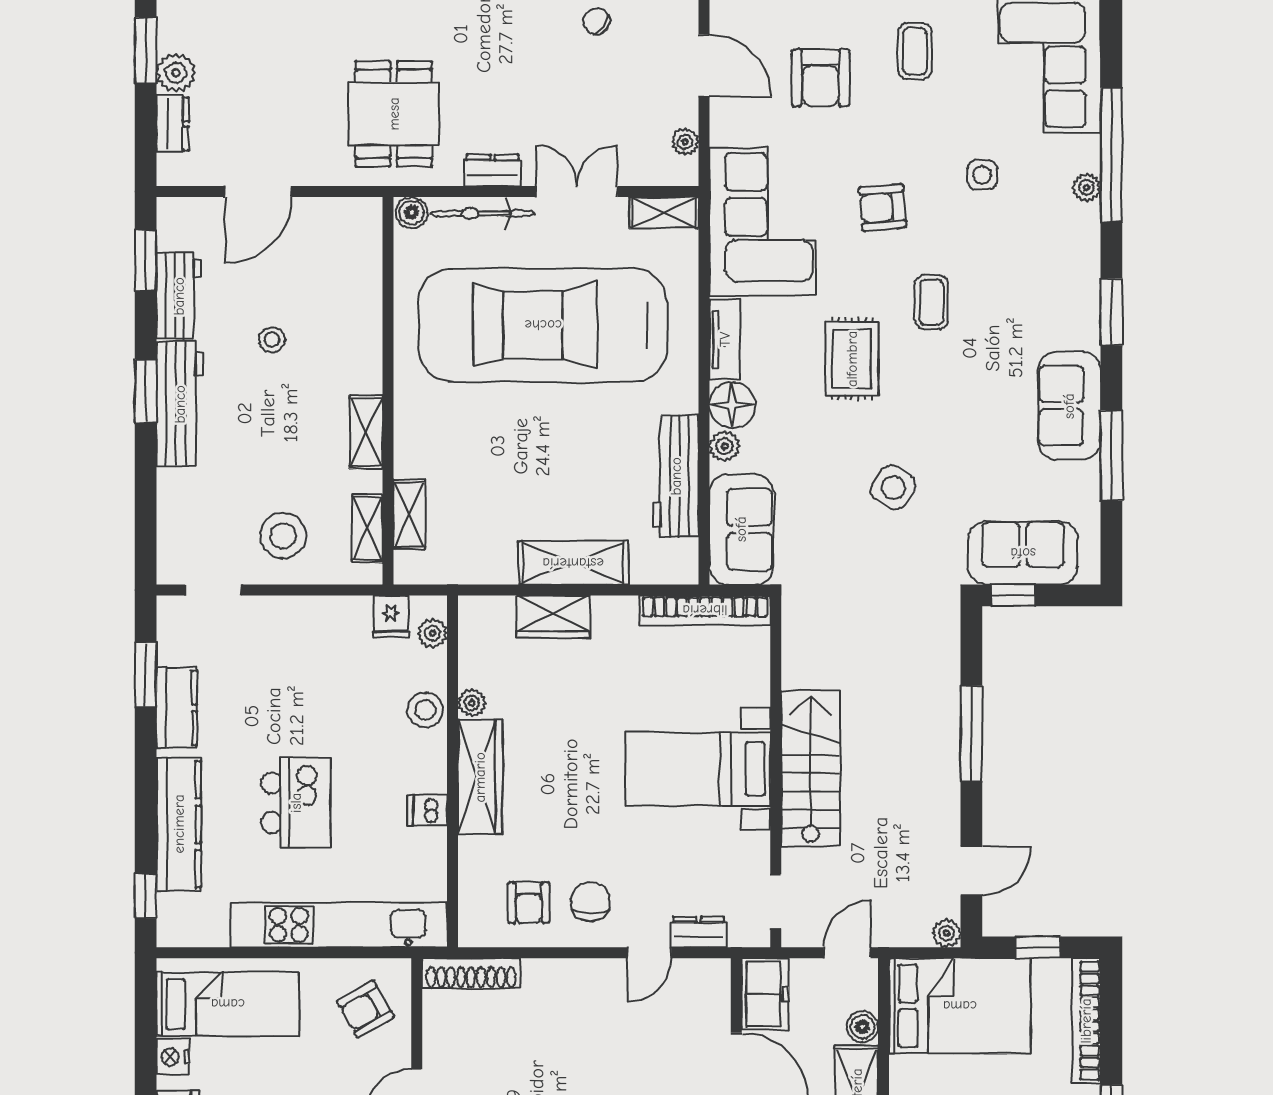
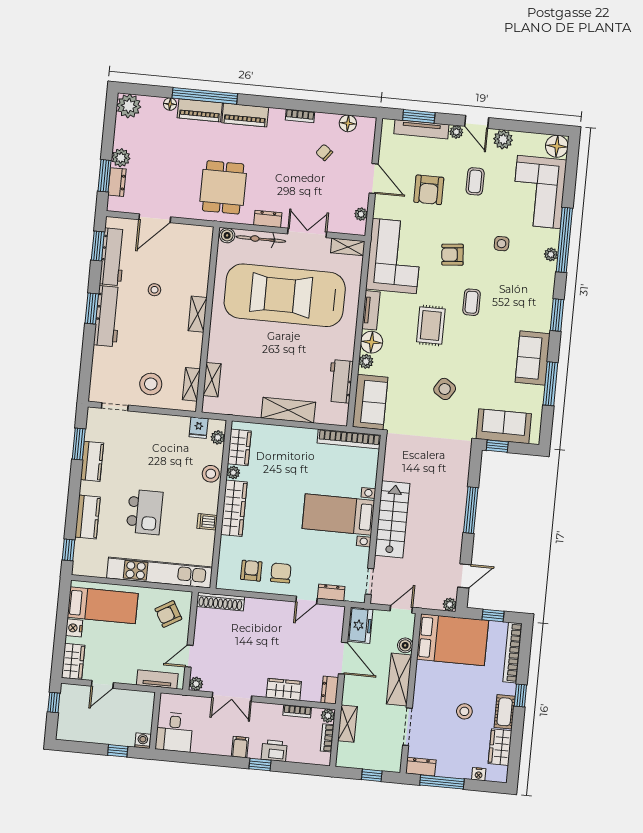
window: (146, 50) -> (105, 176), moved
workbench: (179, 296) -> (113, 257), width x1.38
shelving: (366, 432) -> (198, 314), moved
workbench: (676, 476) -> (341, 381), width x0.73
wardrobe: (553, 617) -> (239, 447), moved, turned -90
kitchen counter: (179, 824) -> (88, 517), width x0.67
armchair: (529, 903) -> (251, 571), turned 180

